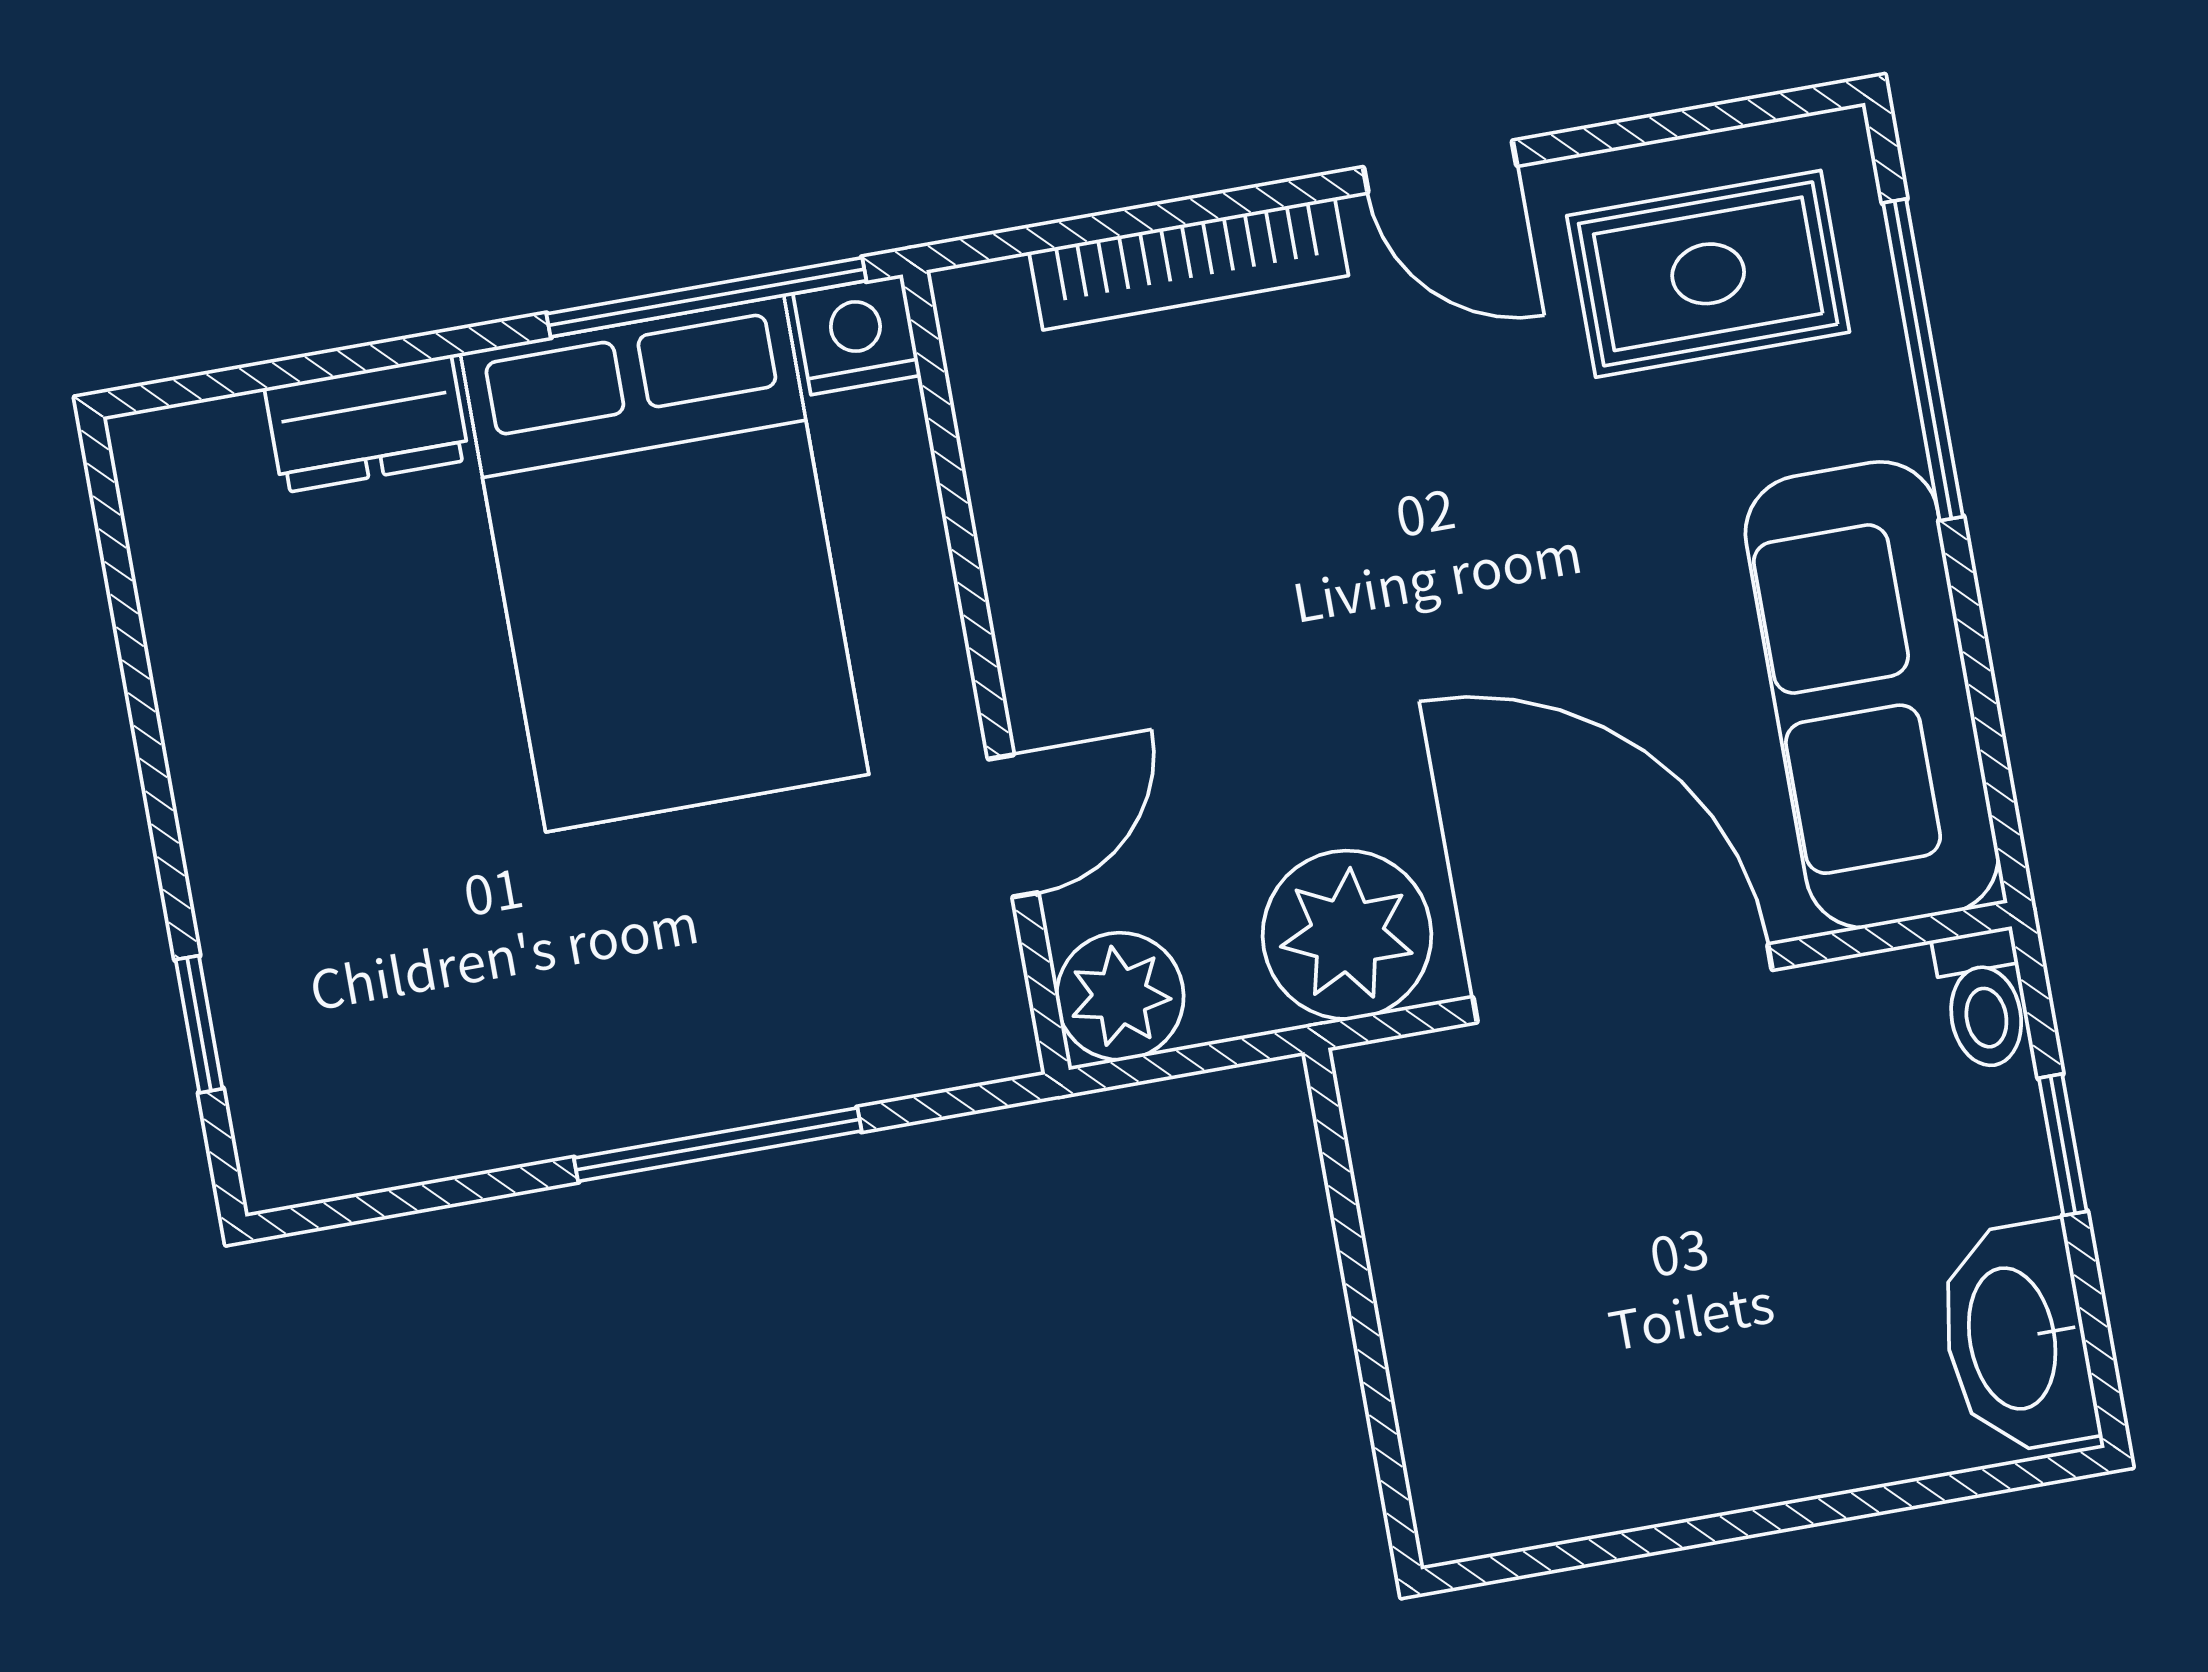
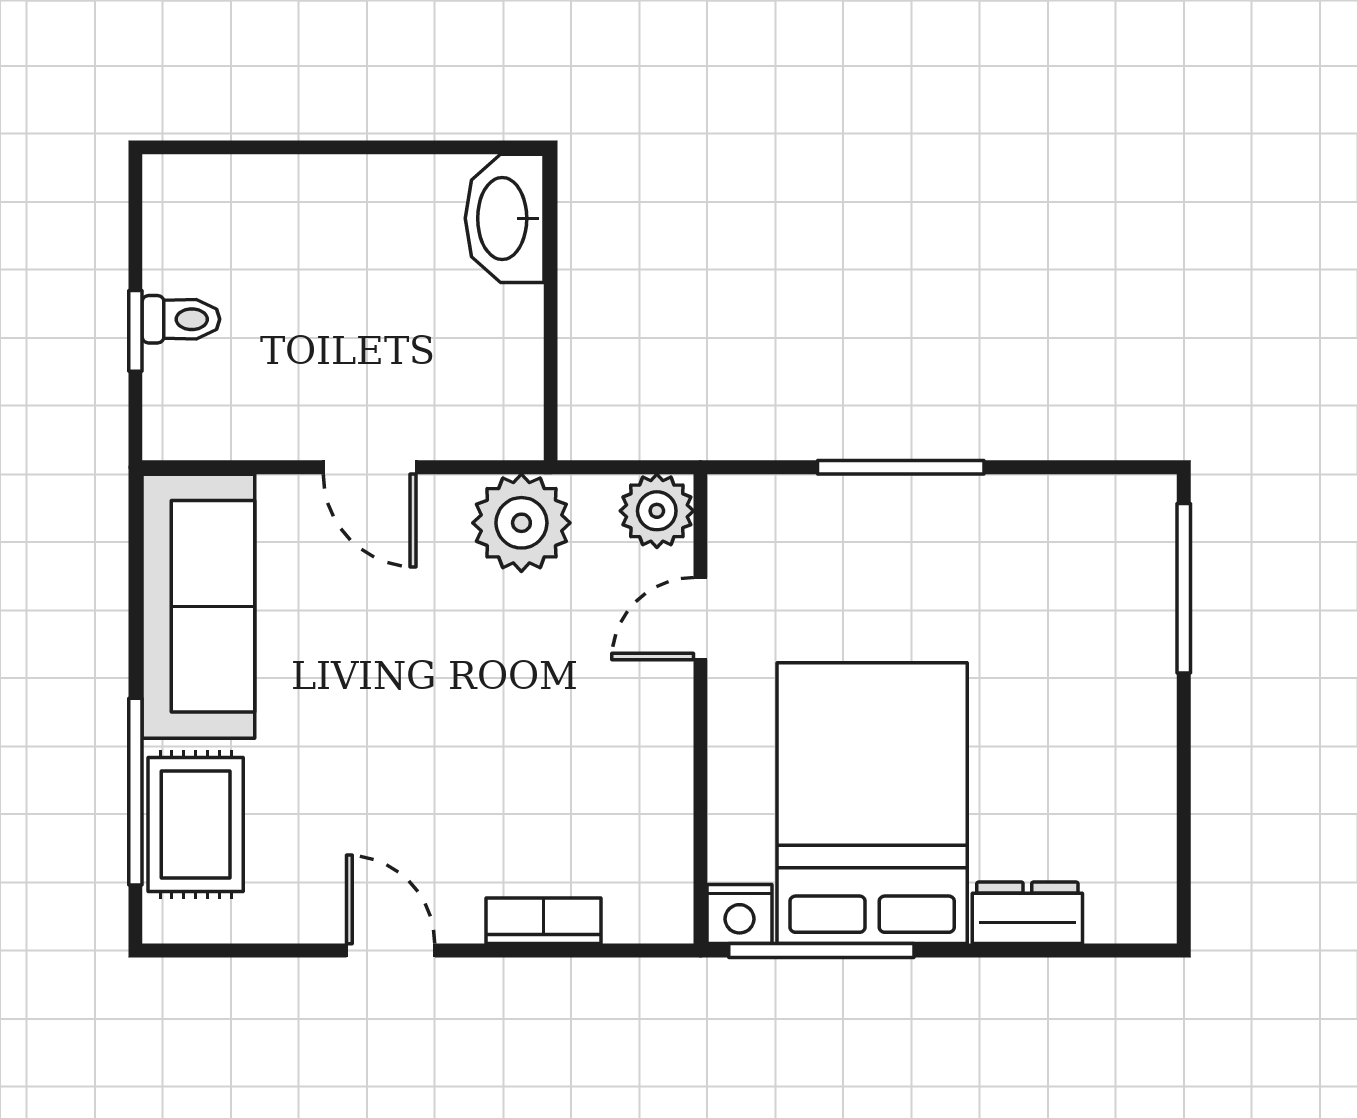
bookcase: (1189, 264) -> (543, 921), width x0.64
rug: (1708, 274) -> (196, 825), moved, turned 90
door: (1623, 983) -> (370, 467), width x0.53
toilet: (1983, 999) -> (181, 319), moved, turned 90
window: (199, 1024) -> (1184, 588), width x2.17
washbasin: (2016, 1338) -> (505, 218), moved, turned 180

